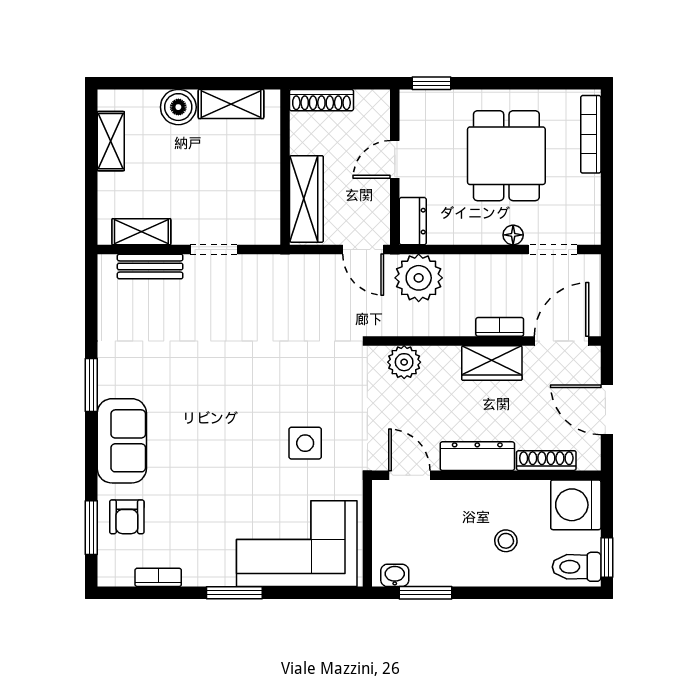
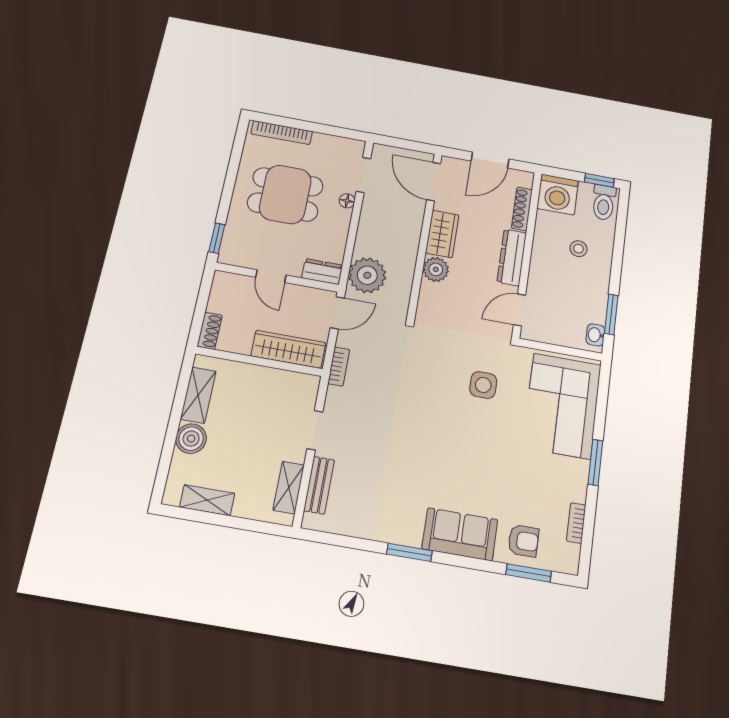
shoe rack: (321, 100) -> (210, 331), width x0.70
bookcase: (500, 327) -> (339, 367), moved, turned 180
plant: (404, 362) -> (436, 269), moved

